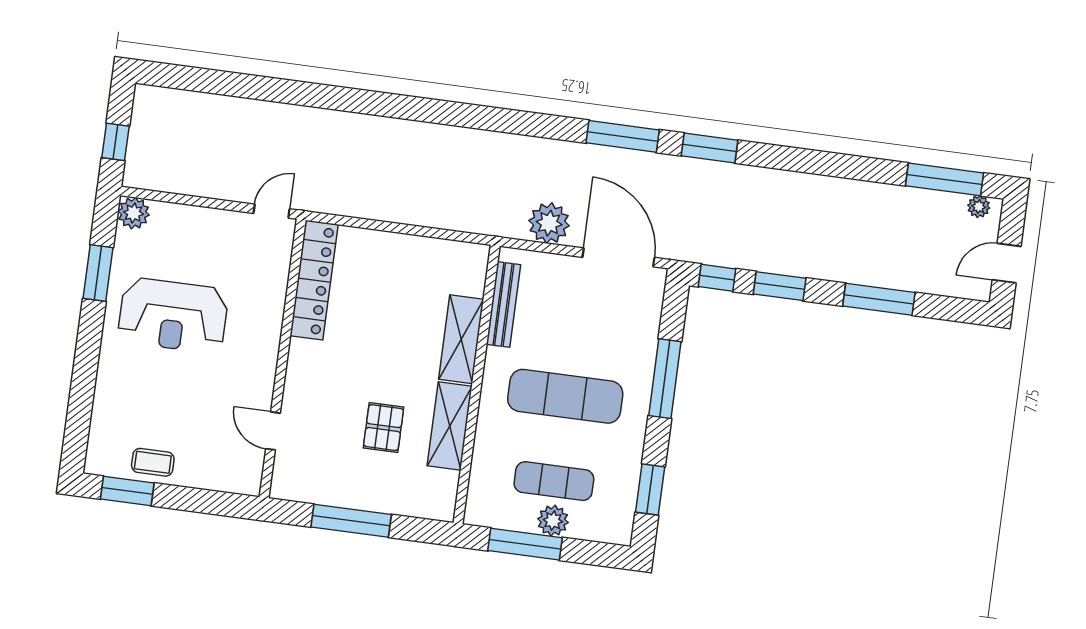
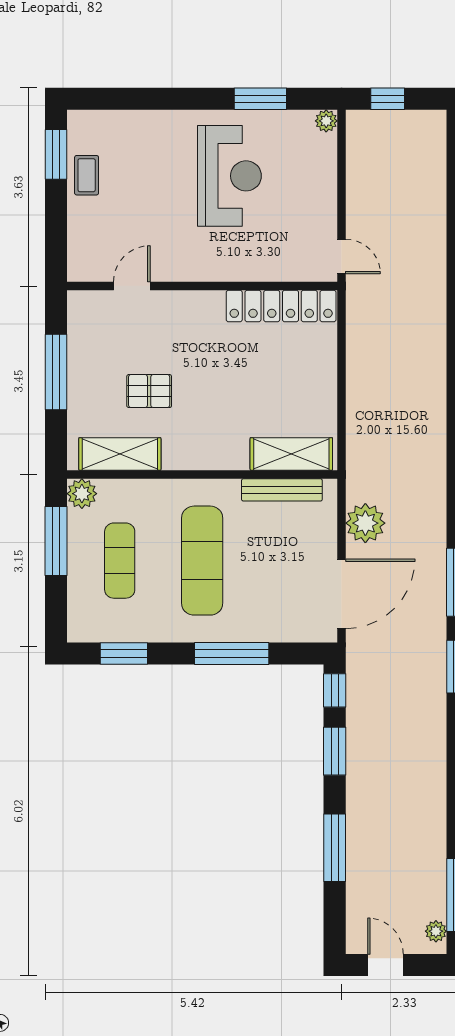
plant: (134, 213) -> (326, 121), width x0.73, depth x0.73
reception desk: (173, 315) -> (229, 176), turned 180
shelving: (461, 339) -> (291, 454), moved
shelving: (450, 426) -> (120, 454), moved
plant: (553, 521) -> (82, 494), moved

